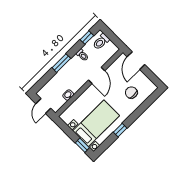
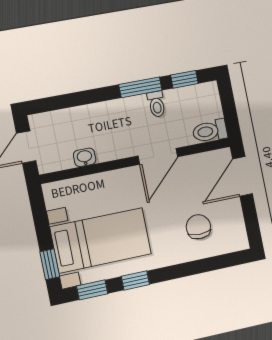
toilet: (101, 42) -> (210, 131), moved
window: (61, 63) -> (140, 87), moved
window: (106, 145) -> (92, 290), added

